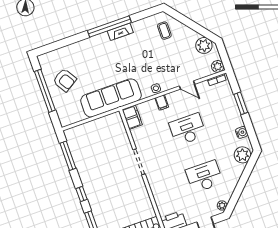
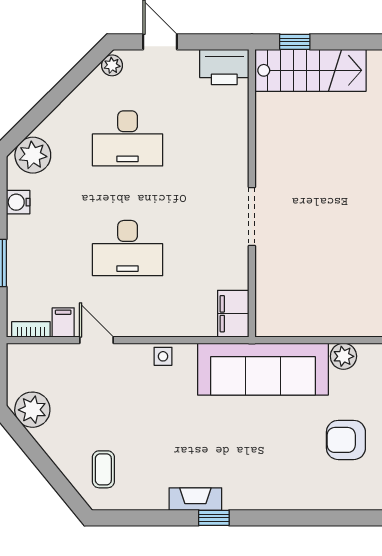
window: (109, 27) -> (214, 518), width x0.32
plant: (218, 66) -> (343, 356), moved
armchair: (65, 80) -> (346, 440), turned -58
filing cabinet: (162, 103) -> (63, 322), moved

